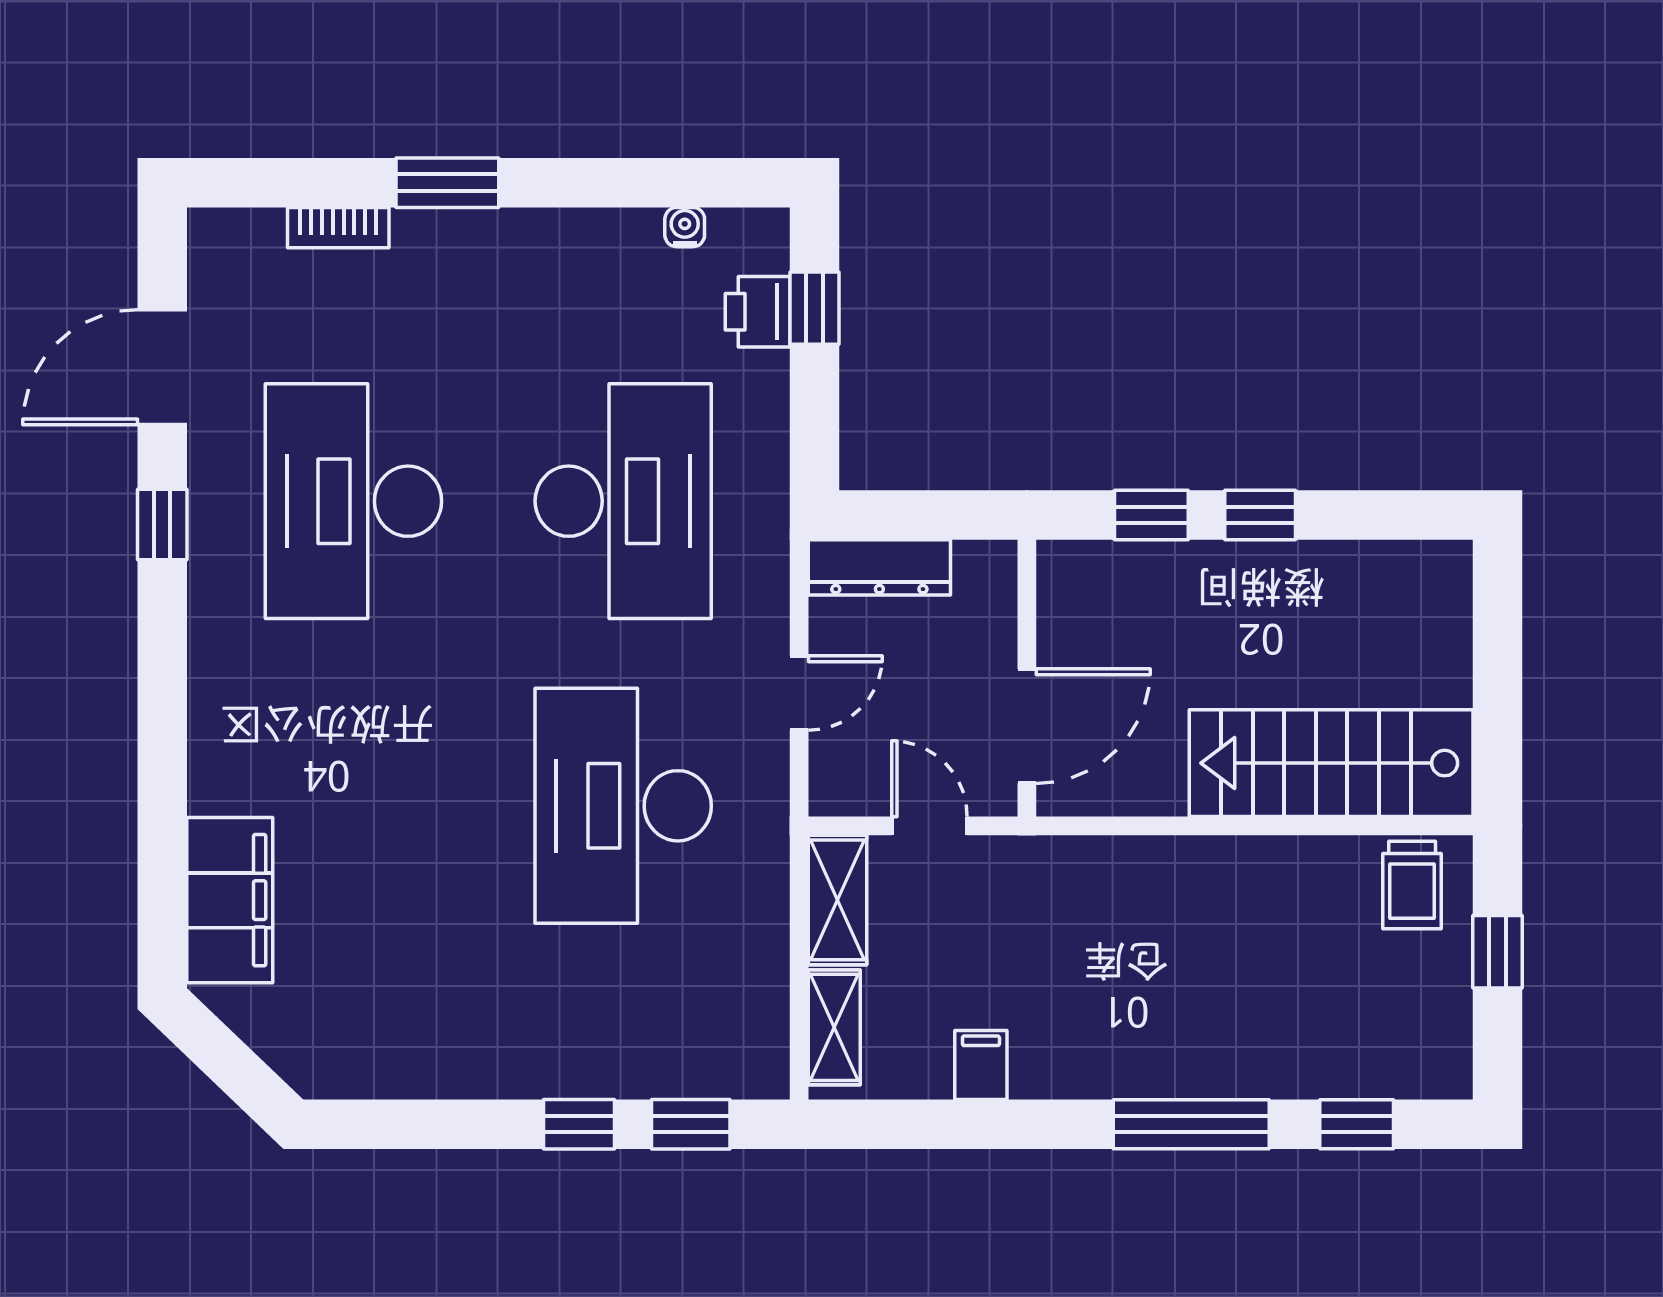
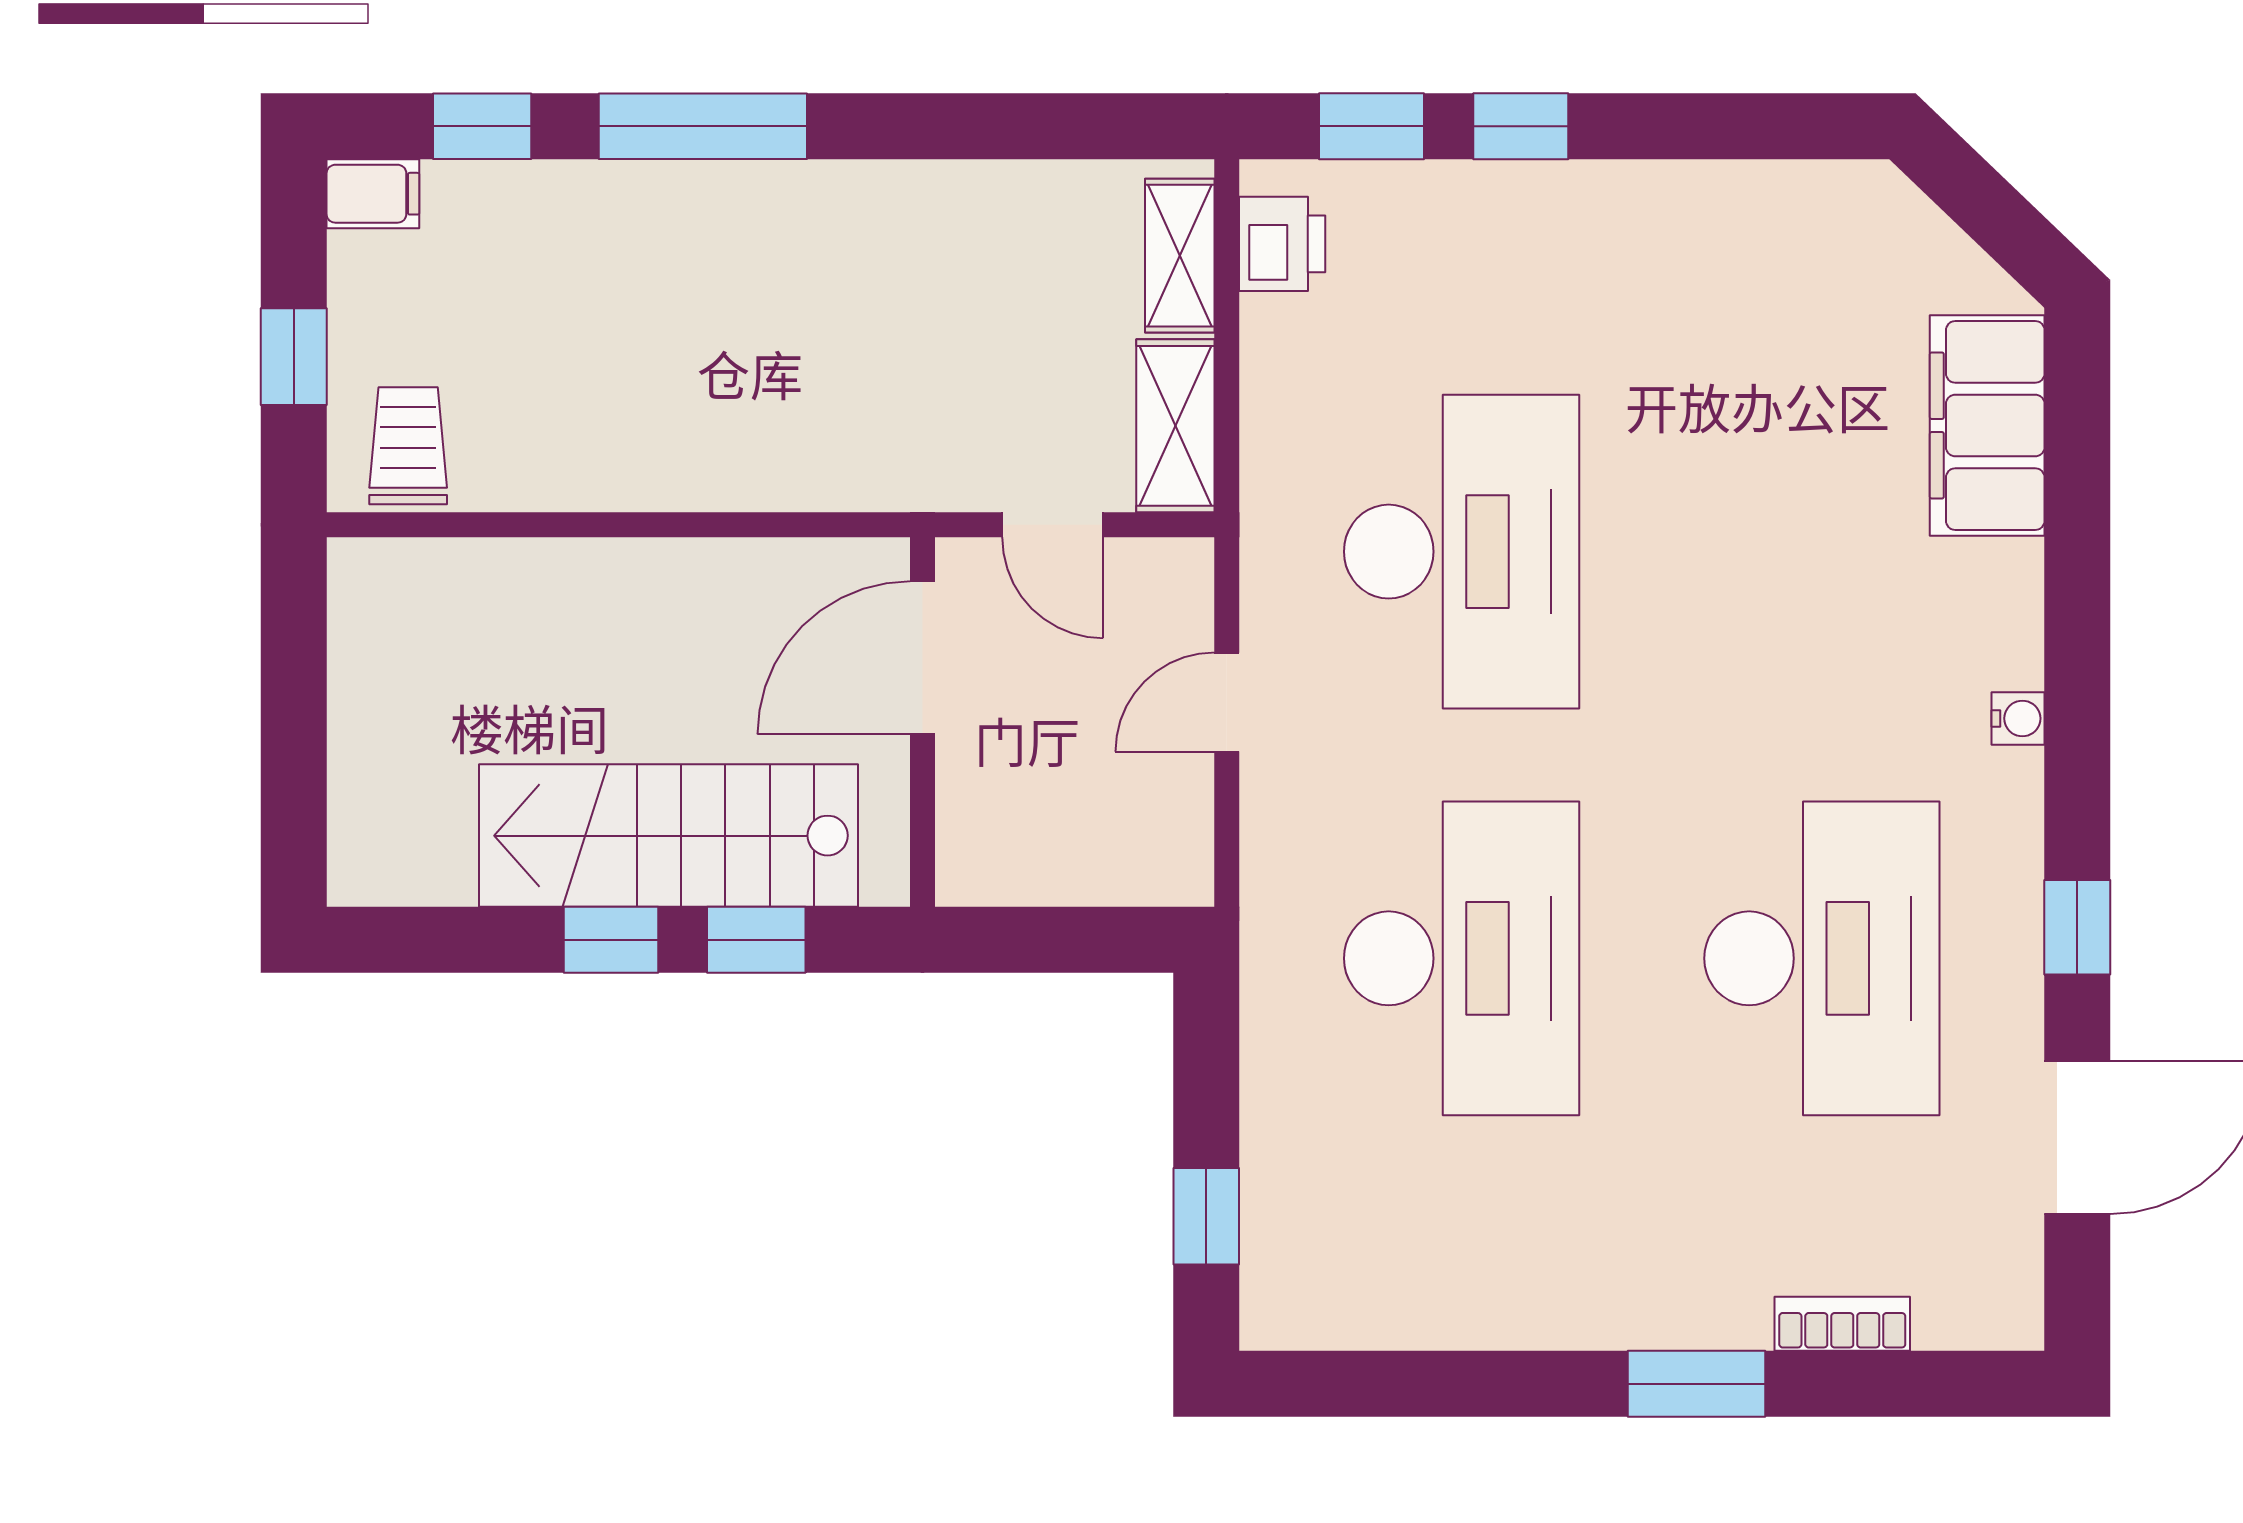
water cooler: (685, 227) -> (2018, 718), moved, turned -90
printer: (758, 312) -> (1282, 244), moved
desk: (623, 501) -> (1462, 958), turned 180
dresser: (879, 567) -> (1119, 870), removed
stairs: (1331, 763) -> (668, 836), moved, turned 180
filing cabinet: (981, 1065) -> (373, 194), moved, turned -90

